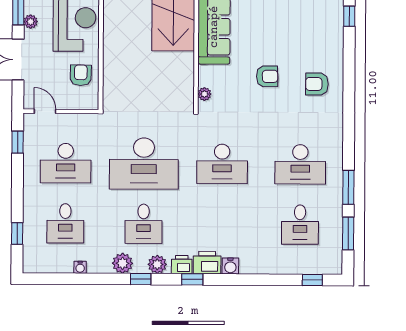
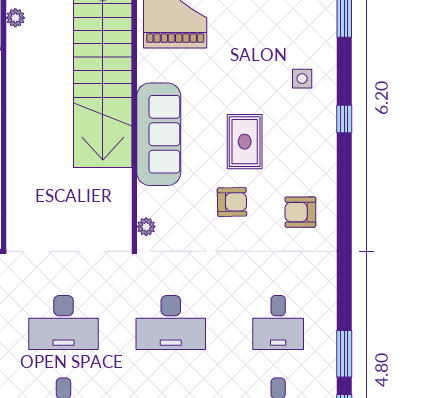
rug: (277, 32) -> (245, 142), added
desk: (144, 164) -> (63, 322), width x0.73, depth x0.77
desk: (300, 164) -> (278, 322), width x0.73

